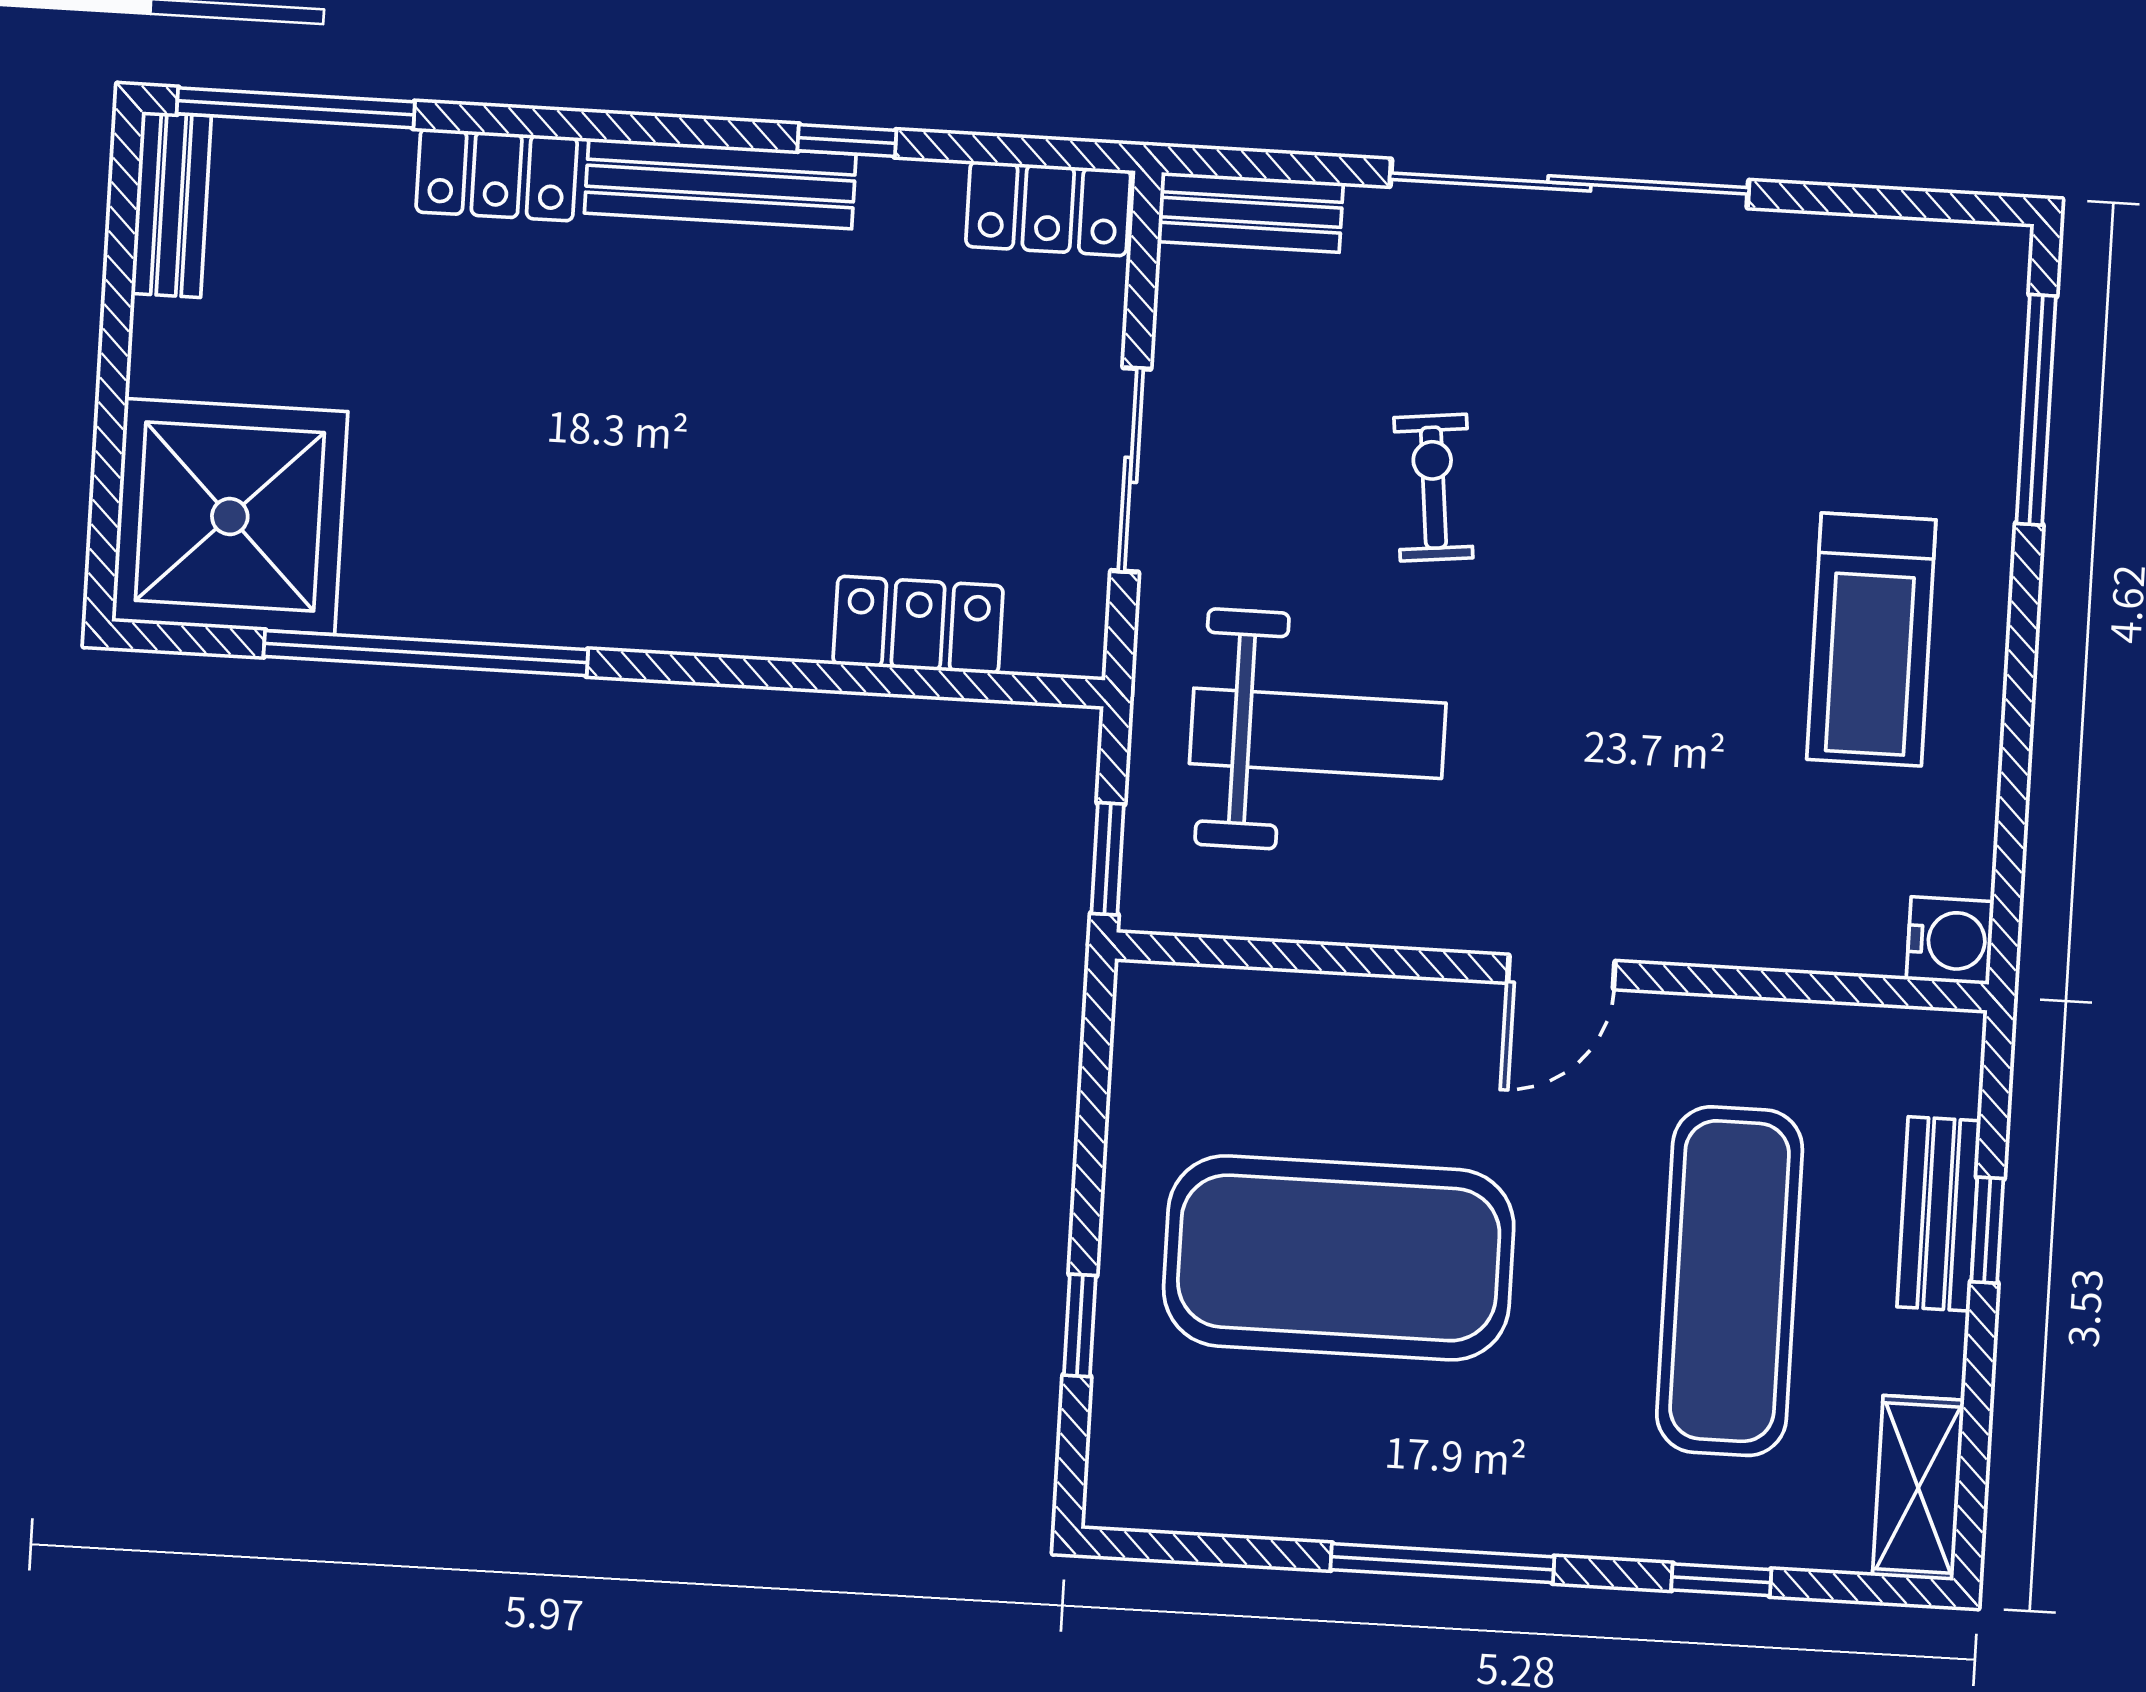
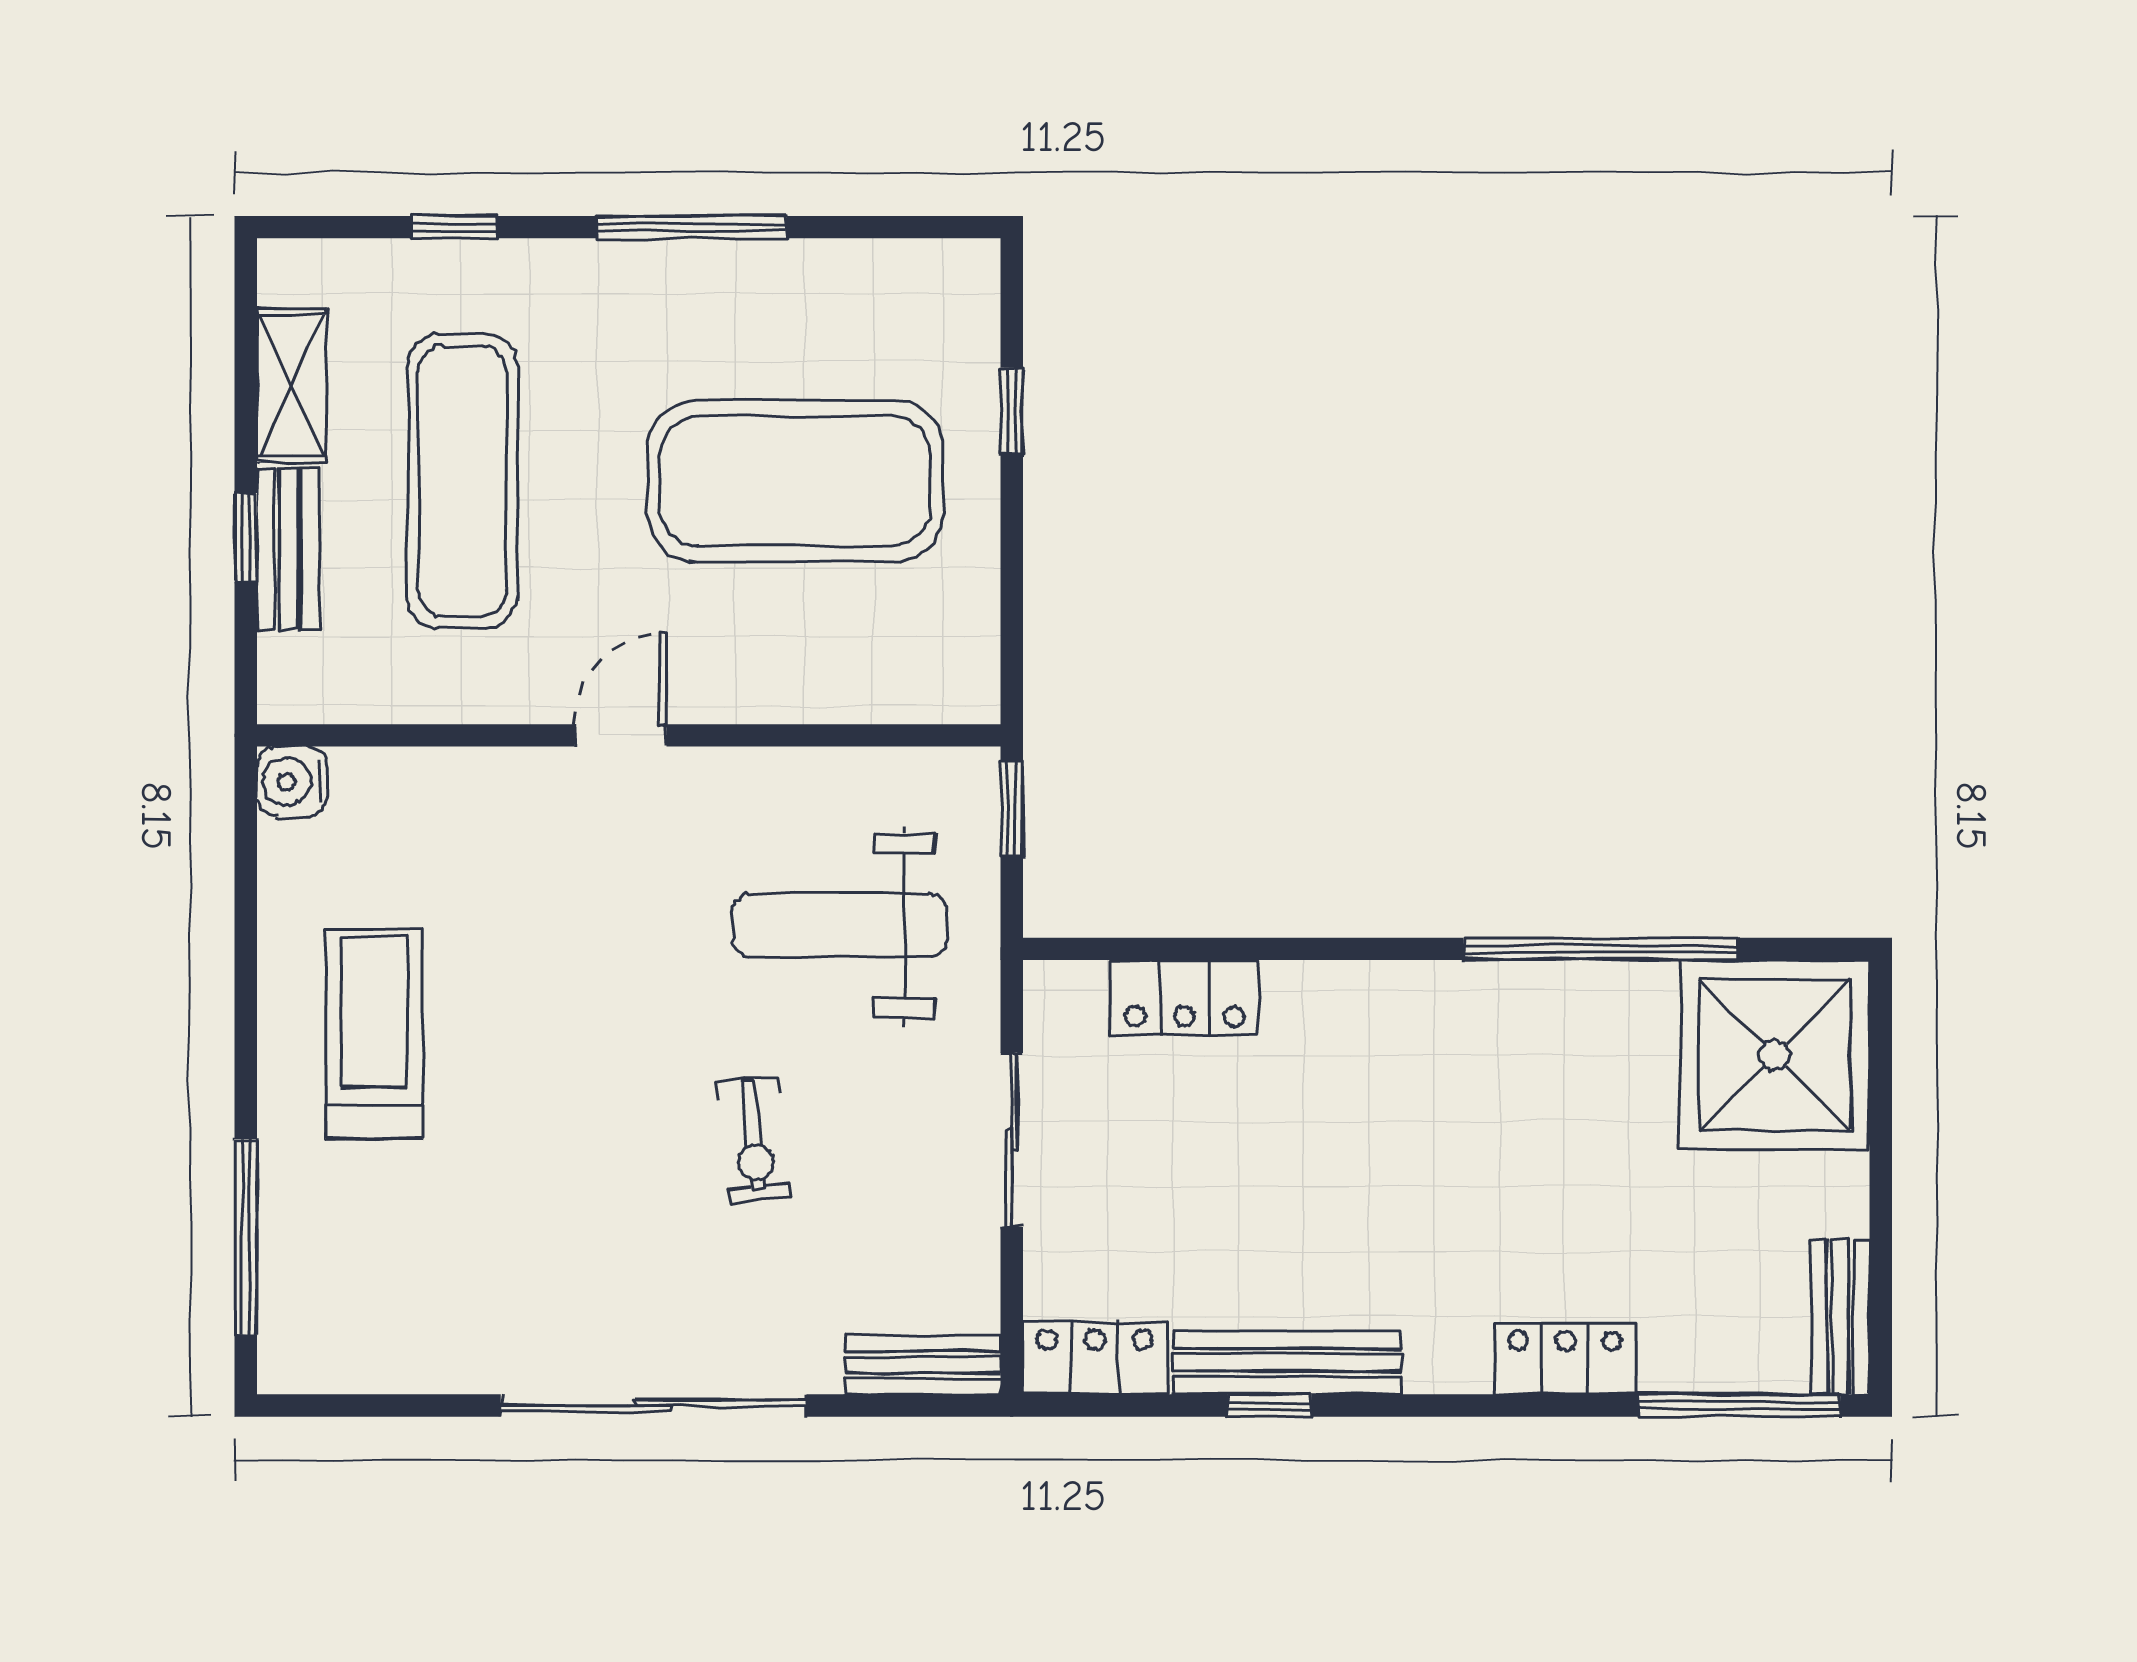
bench: (720, 184) -> (1287, 1363), moved
shelving: (1918, 1488) -> (291, 385), moved

